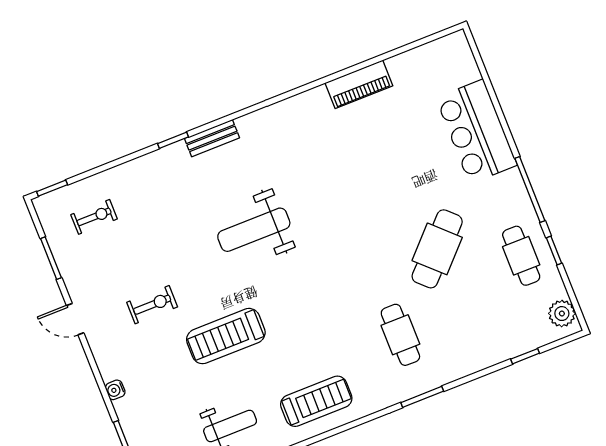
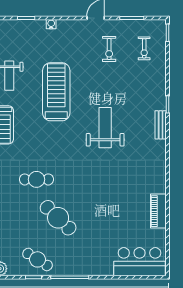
bar counter: (476, 131) -> (140, 262), moved
cafe table: (521, 256) -> (38, 259), turned 32
exercise bike: (152, 305) -> (109, 49), moved
cafe table: (400, 335) -> (36, 179), moved
treadmill: (226, 336) -> (56, 92), width x1.37, depth x1.38

